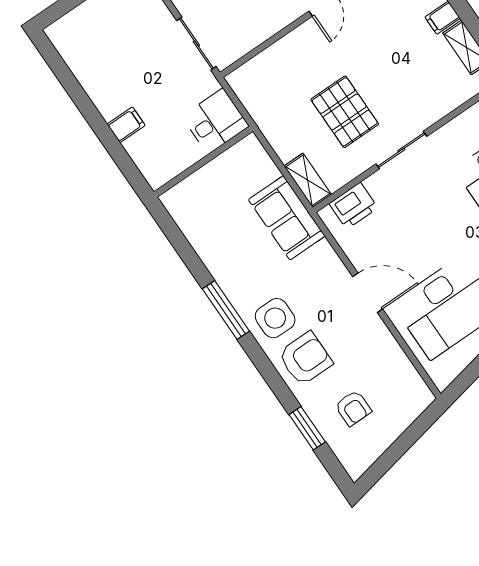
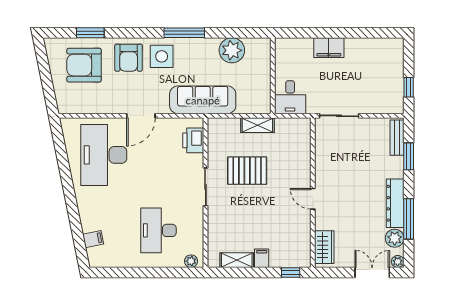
filing cabinet: (126, 125) -> (329, 48), width x2.00
shelving: (308, 180) -> (257, 125), moved
sofa: (287, 218) -> (203, 100), width x1.36
plant: (207, 235) -> (232, 50), added
armchair: (353, 408) -> (84, 65), width x1.88, depth x1.88

